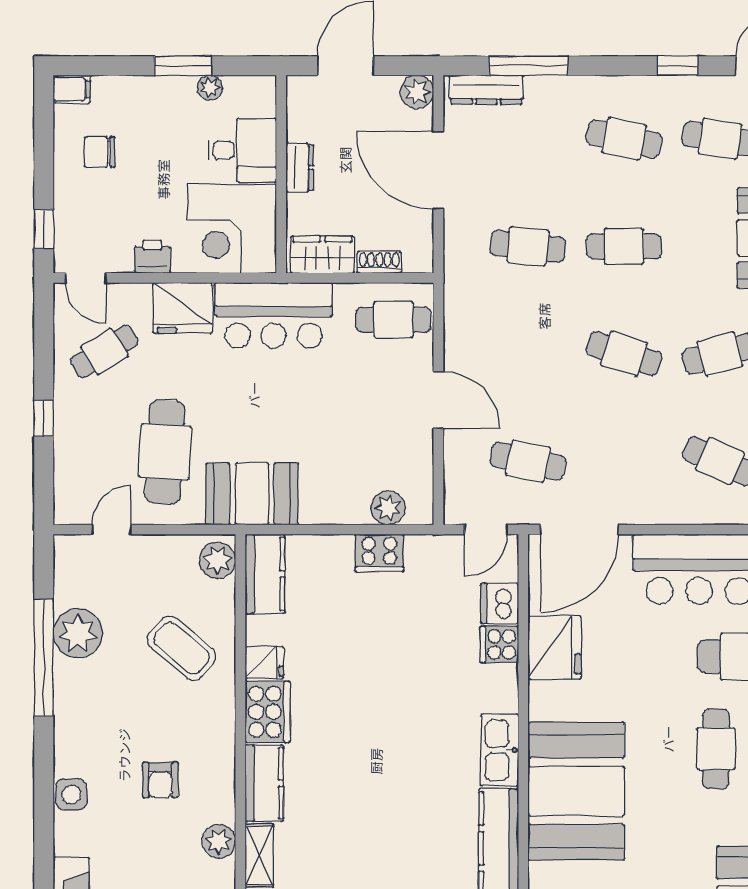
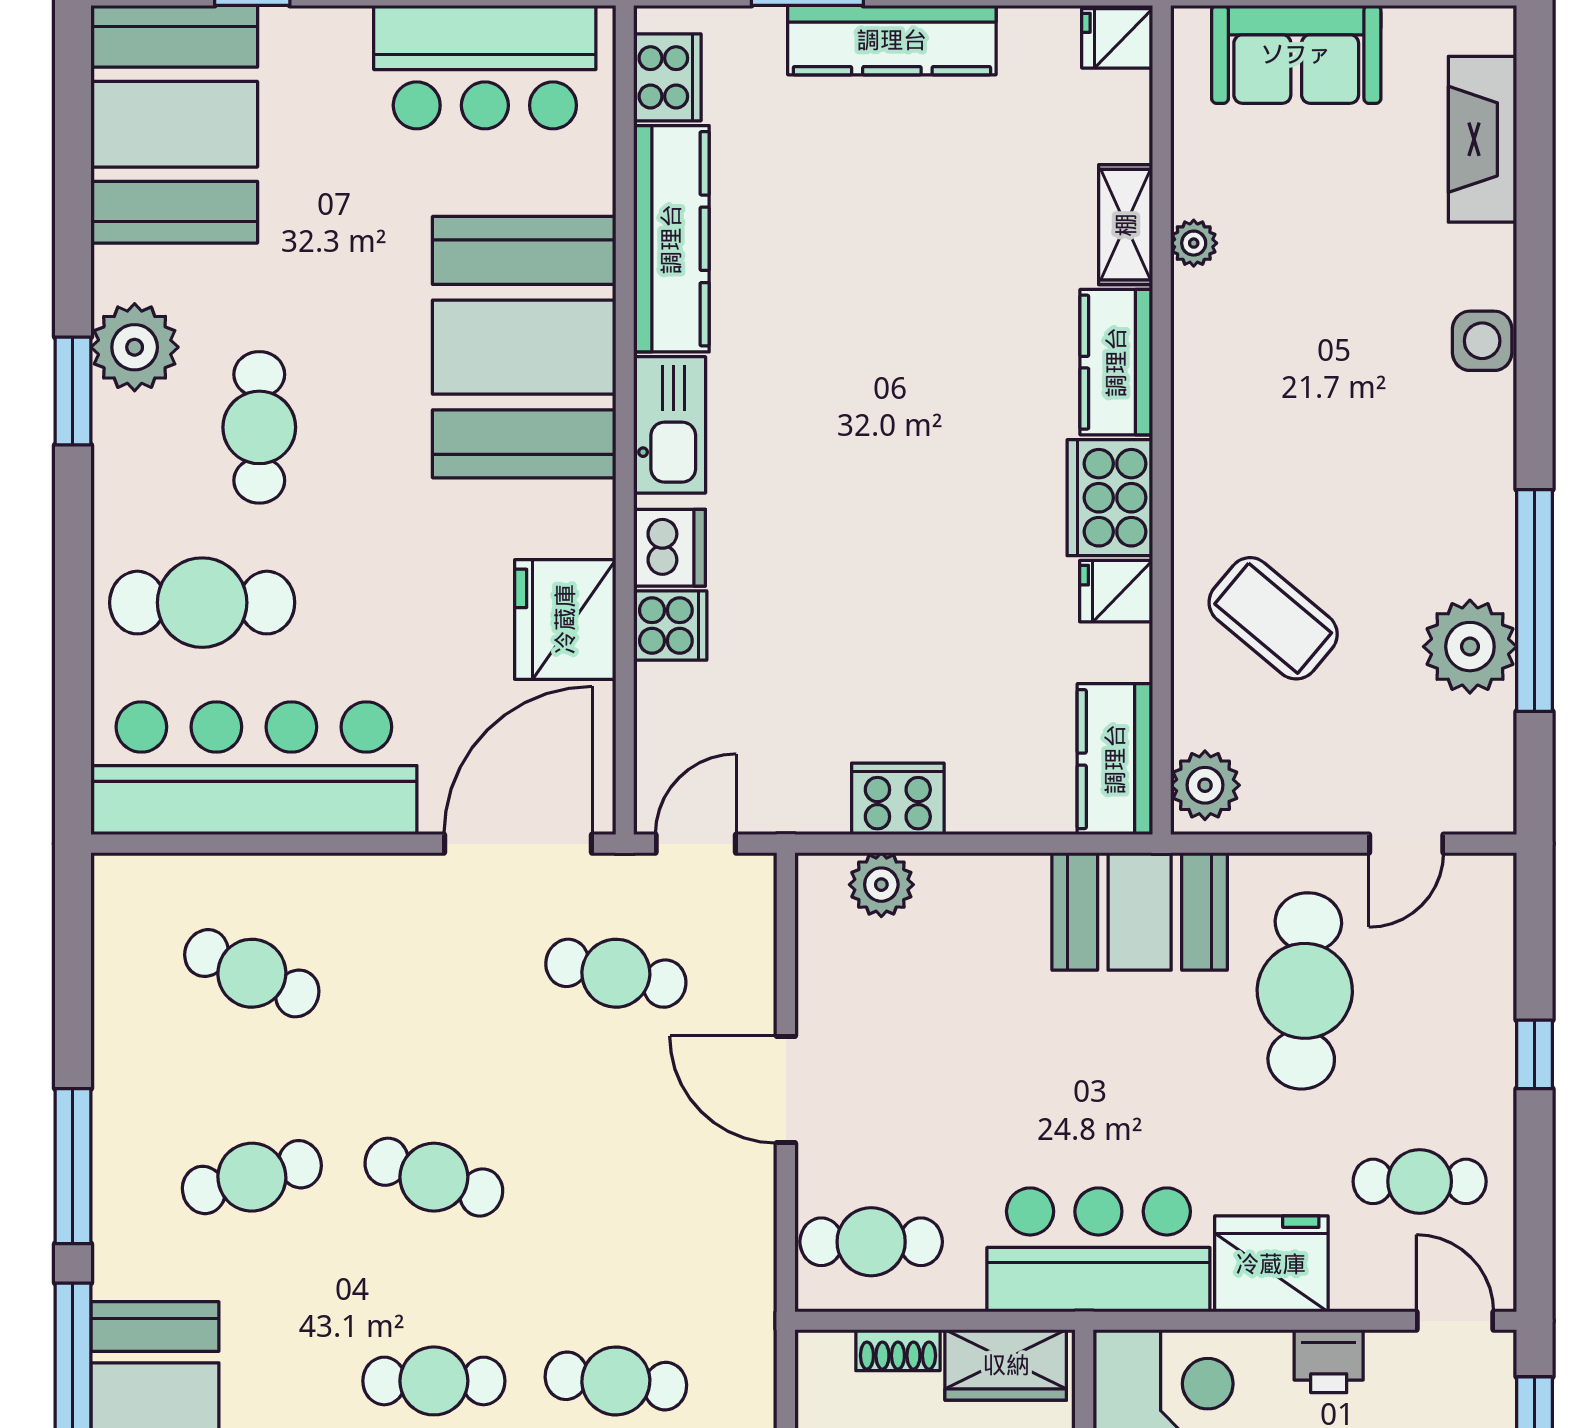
cafe table: (104, 351) -> (1420, 1181), turned 32
dishwasher: (500, 603) -> (670, 548), moved
armchair: (160, 780) -> (1313, 368), removed
plant: (219, 841) -> (1194, 243), width x0.73, depth x0.73

